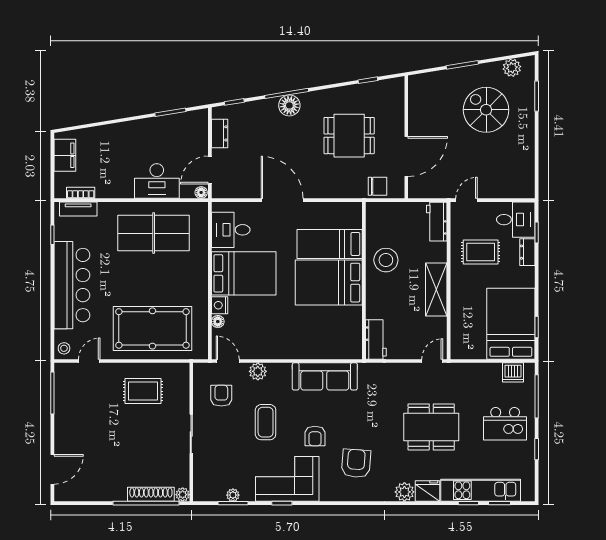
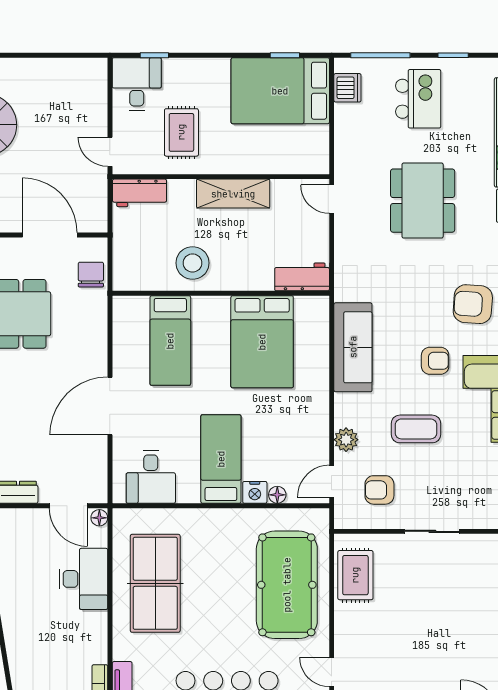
dresser: (527, 252) -> (182, 68), removed
bed: (244, 273) -> (221, 459), width x0.67
bed: (329, 283) -> (262, 342), moved
rug: (143, 391) -> (355, 575), moved

